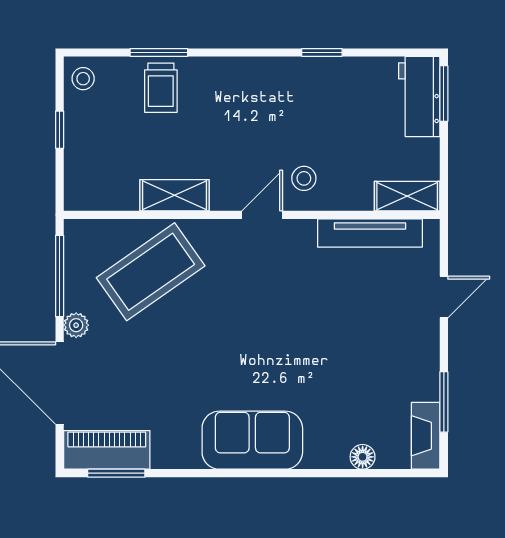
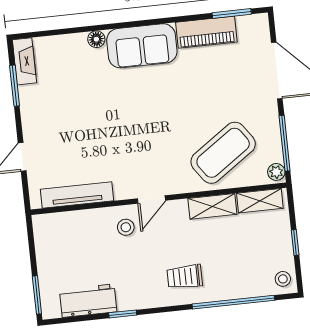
window: (159, 52) -> (233, 302), width x2.11
trolley: (161, 88) -> (185, 277), moved, turned -90
workbench: (419, 97) -> (88, 301), moved, turned -90
shelving: (407, 196) -> (260, 201), moved
plant: (76, 325) -> (276, 172), moved
piano: (107, 450) -> (206, 32), moved
floor lamp: (363, 457) -> (96, 39), moved

